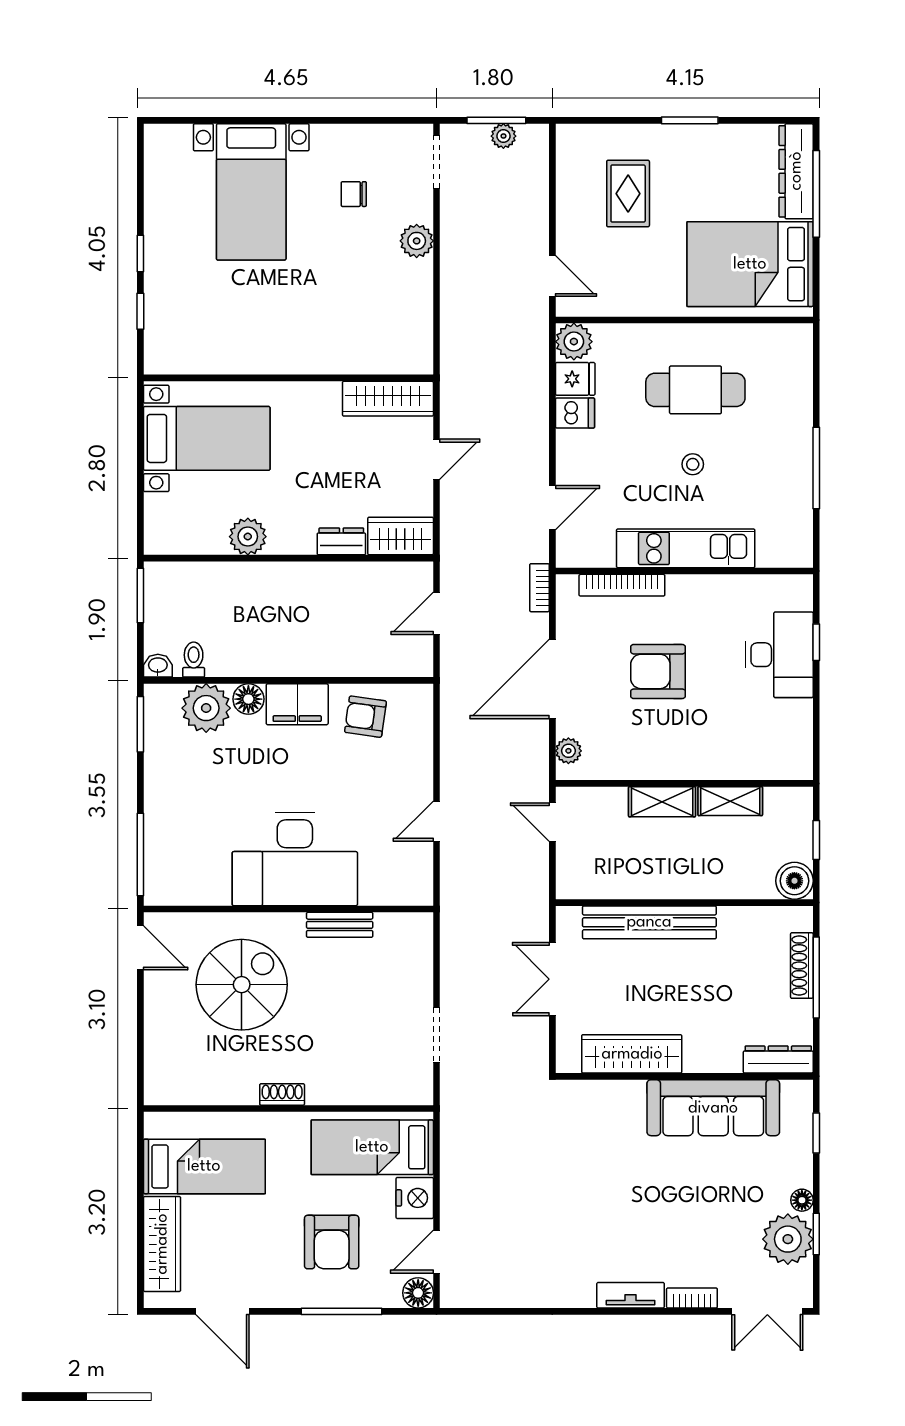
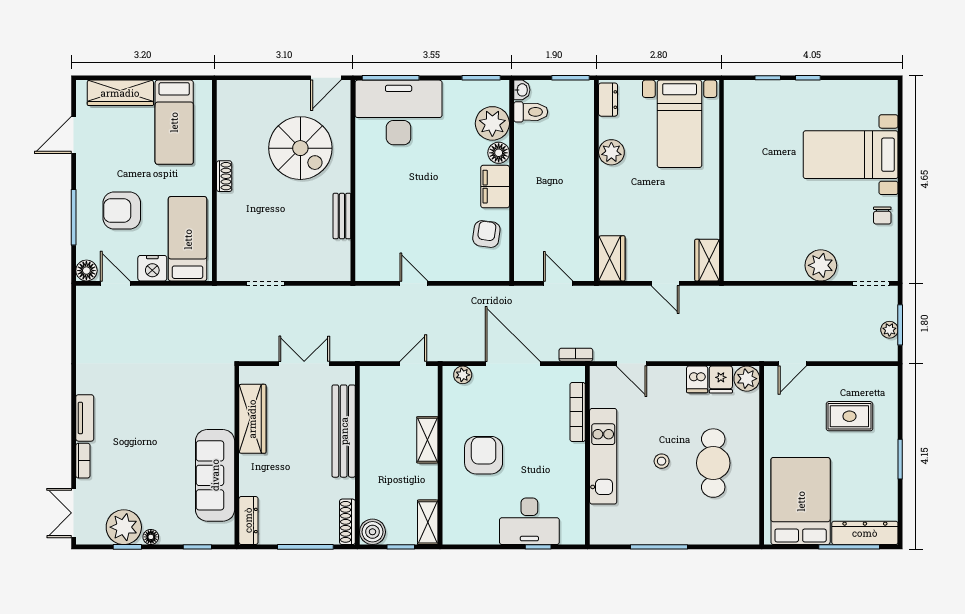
chair: (354, 194) -> (882, 216), moved, turned 180
plant: (417, 241) -> (821, 265), width x1.36, depth x1.36
wardrobe: (388, 399) -> (707, 260), width x0.67
dresser: (341, 541) -> (608, 100), moved
toilet: (194, 660) -> (531, 112), width x1.37, depth x1.39
armchair: (658, 671) -> (484, 455), moved
shelving: (730, 801) -> (428, 522), moved
desk: (295, 859) -> (399, 112), moved, turned 90
shoe rack: (802, 966) -> (347, 522), moved, turned -90

